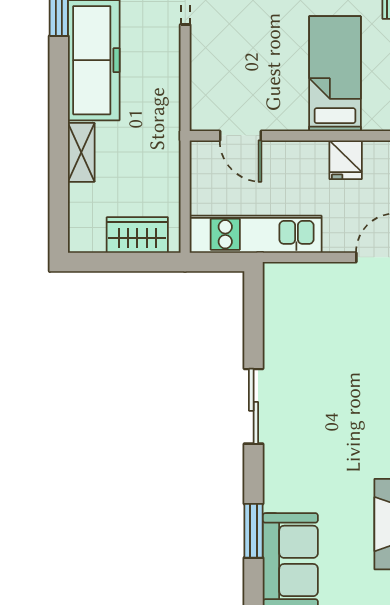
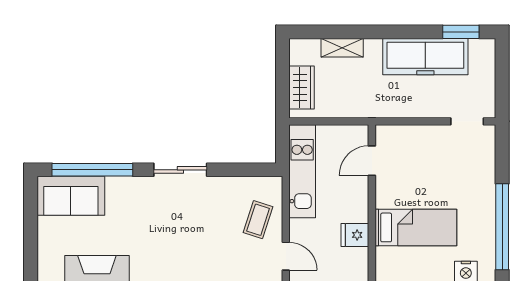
shelving: (81, 152) -> (342, 48), moved
coffee table: (324, 297) -> (258, 220), added
window: (254, 531) -> (92, 170), width x2.11

